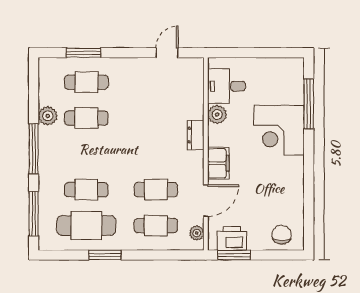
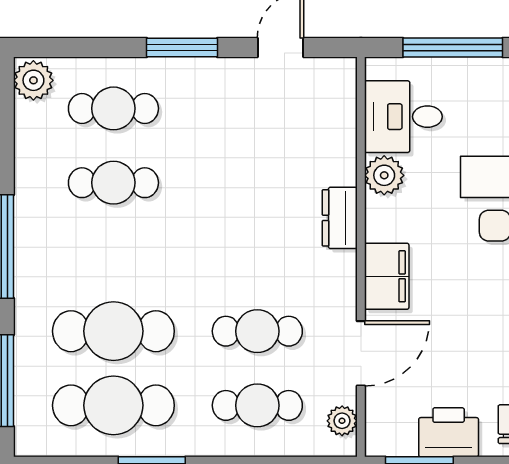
window: (84, 53) -> (182, 48), moved
window: (250, 53) -> (453, 48), added
plant: (48, 116) -> (33, 80), moved
cafe table: (86, 190) -> (113, 331), width x1.37, depth x1.35
printer: (232, 239) -> (449, 432), moved

